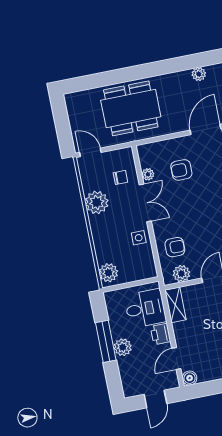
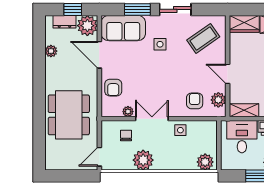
armchair: (181, 170) -> (113, 88), moved

